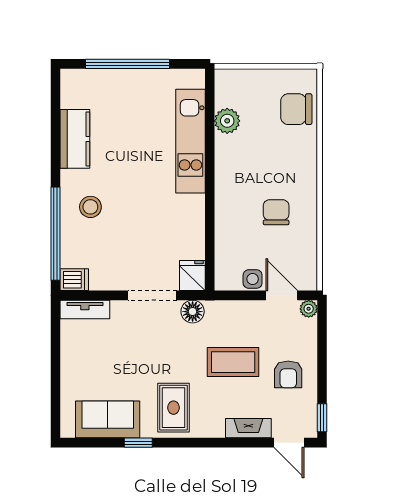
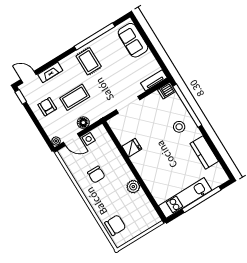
plant: (227, 121) -> (133, 187), moved
kitchen unit: (190, 141) -> (185, 198), moved, turned -90
fridge: (192, 275) -> (132, 148), moved, turned -90
floor lamp: (193, 312) -> (83, 123), moved
sofa: (108, 419) -> (133, 40), moved, turned 90
window: (138, 443) -> (95, 36), width x3.17

